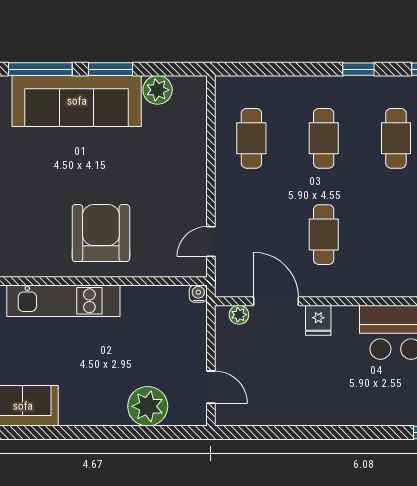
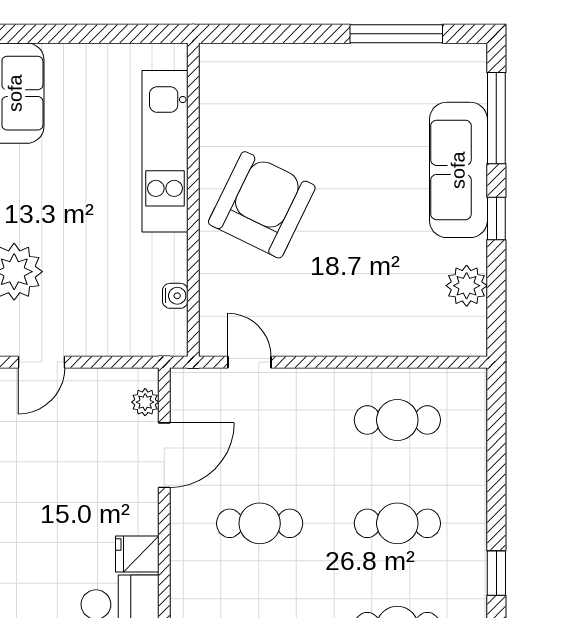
window: (110, 69) -> (496, 219), width x0.67
sofa: (77, 101) -> (458, 170), width x0.74, depth x0.79
armchair: (101, 233) -> (262, 205), turned -64
water cooler: (198, 294) -> (175, 296), moved
fridge: (318, 320) -> (137, 554), moved

